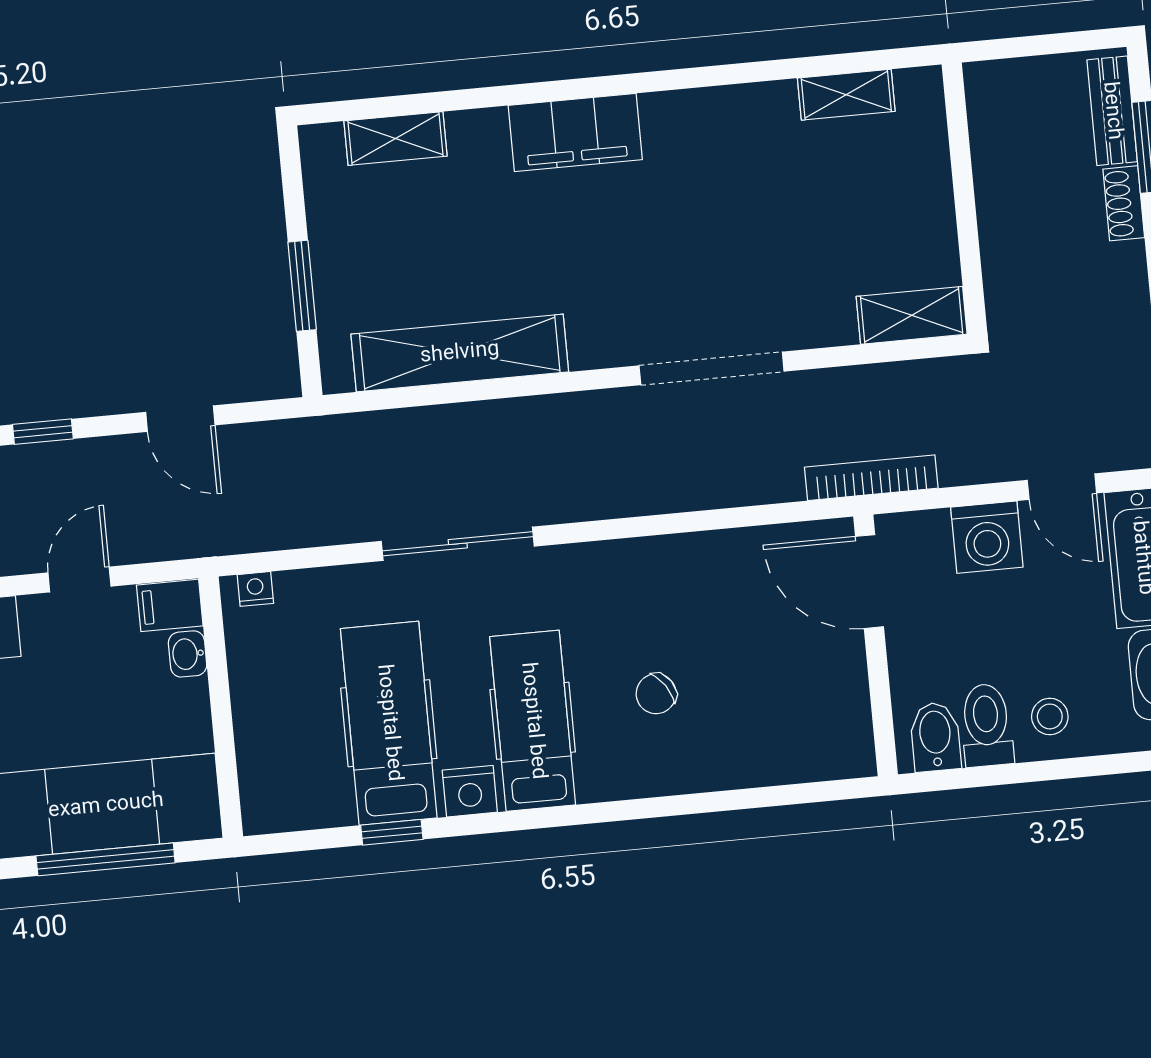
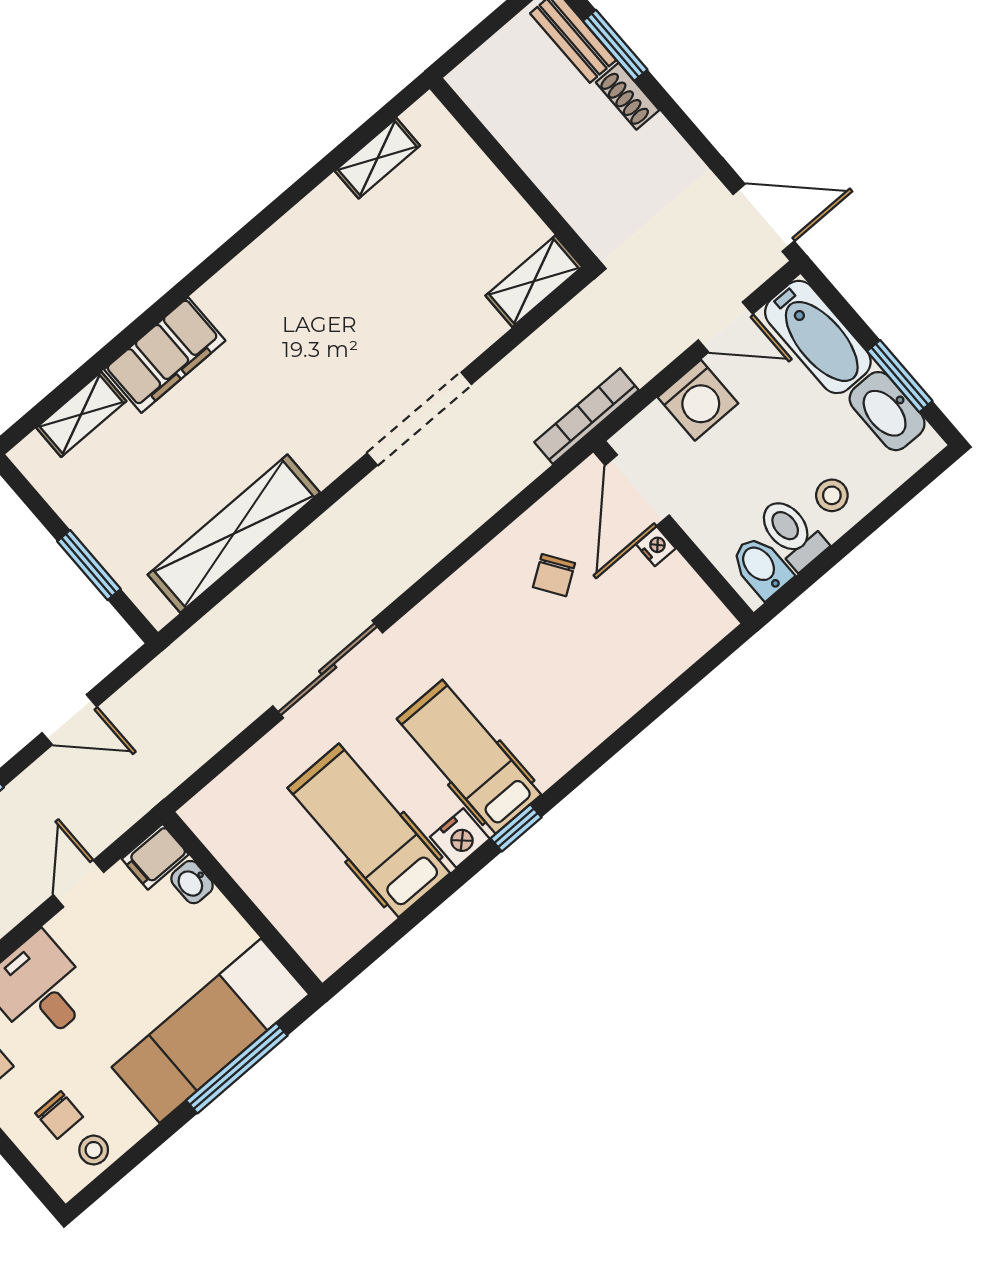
filing cabinet: (575, 132) -> (165, 355), moved
door: (870, 582) -> (637, 490), hinge flipped
nightstand: (255, 589) -> (656, 546), moved, turned 90
chair: (656, 694) -> (554, 575), moved
window: (392, 832) -> (516, 828), moved

